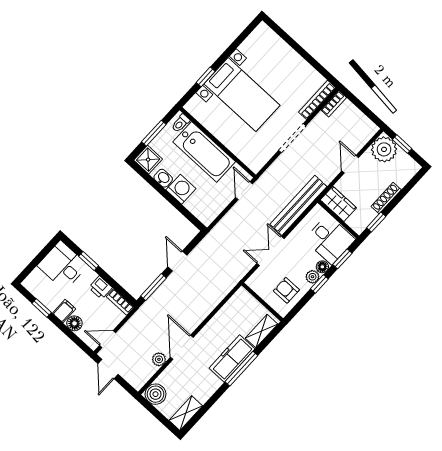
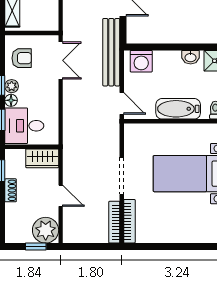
bookcase: (334, 104) -> (114, 222), width x1.56
bathtub: (204, 152) -> (178, 109), width x0.73, depth x0.73
washing machine: (181, 189) -> (141, 61), moved
shoe rack: (386, 198) -> (11, 190), width x0.70
bench: (298, 205) -> (111, 52), moved
double door: (270, 251) -> (61, 60), moved

